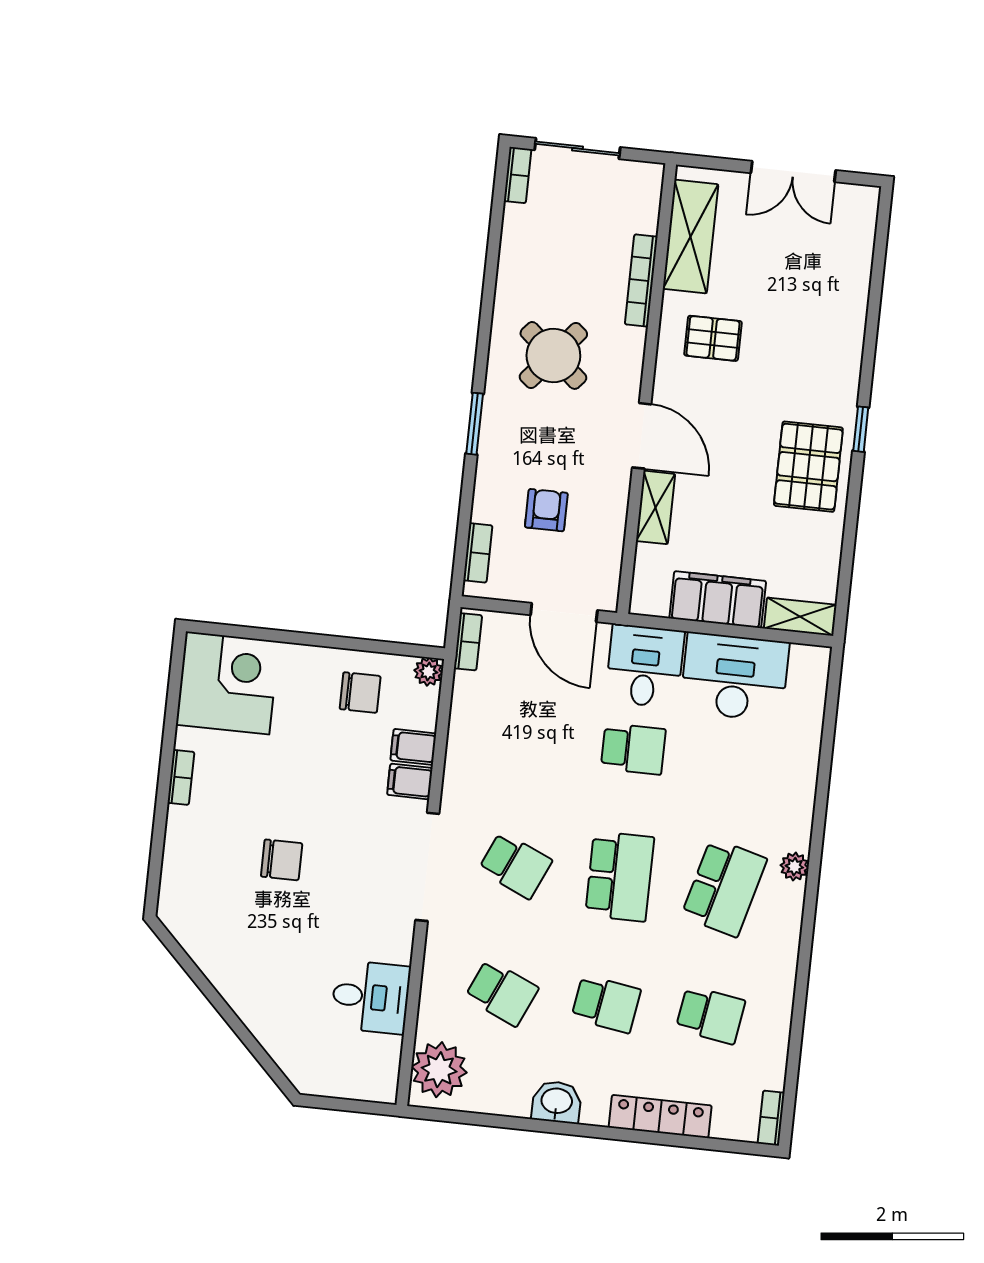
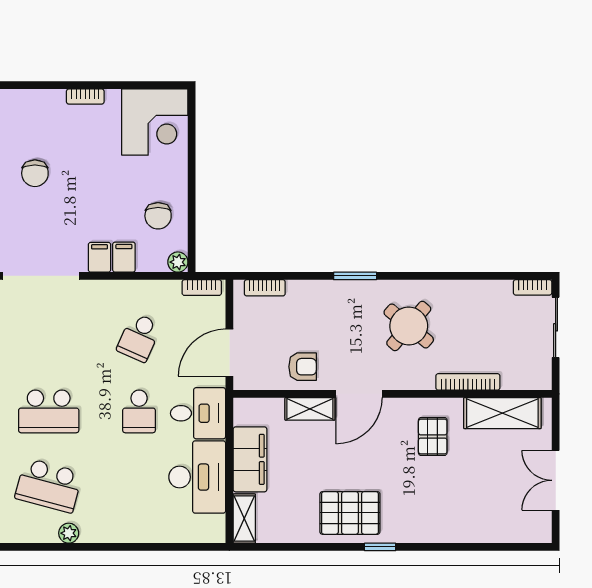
armchair: (546, 510) -> (303, 367), moved
school desk: (515, 865) -> (139, 337), moved

